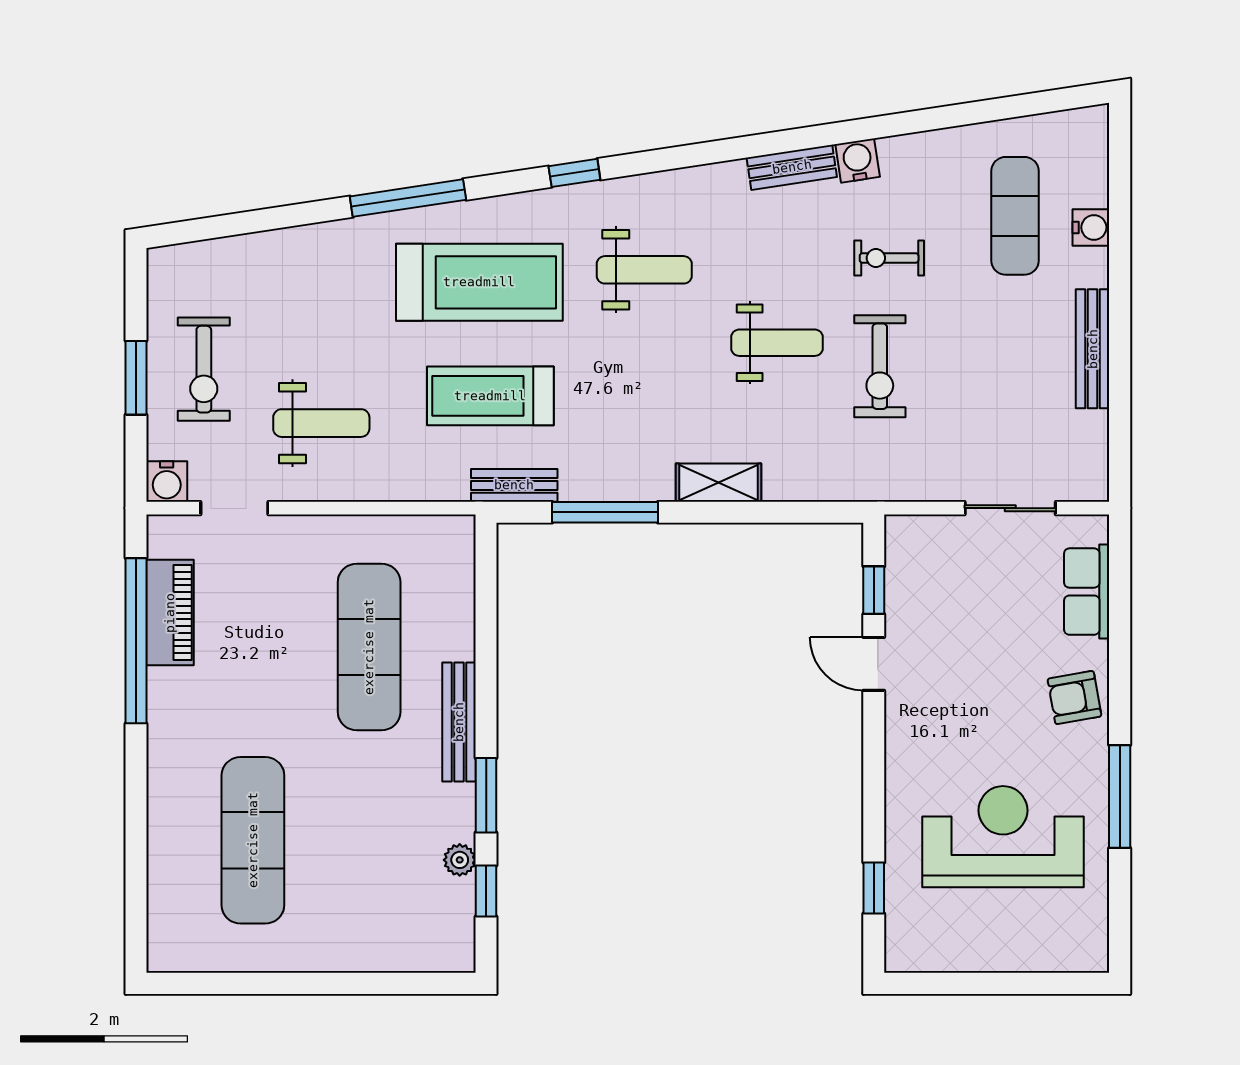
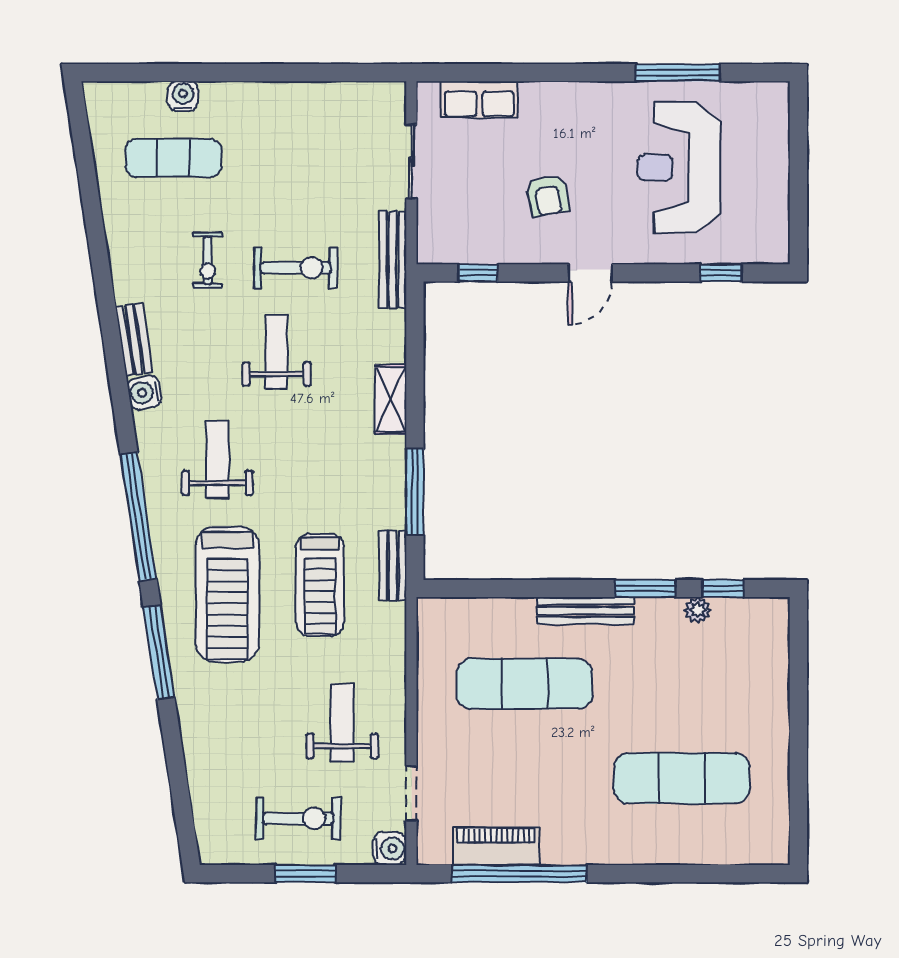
water cooler: (858, 161) -> (144, 392), moved
window: (574, 173) -> (138, 517), width x3.17
treadmill: (479, 282) -> (228, 594), turned 180
bench: (1093, 349) -> (393, 260), moved, turned 90
door: (874, 664) -> (590, 273), moved
armchair: (1074, 698) -> (548, 196), moved
window: (1120, 796) -> (678, 73), moved

